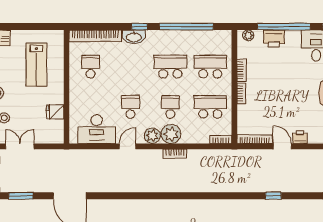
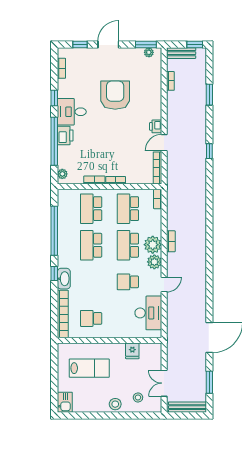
printer: (274, 38) -> (65, 135), moved
school desk: (170, 107) -> (128, 245), width x1.85
door: (128, 146) -> (164, 285), swing flipped

